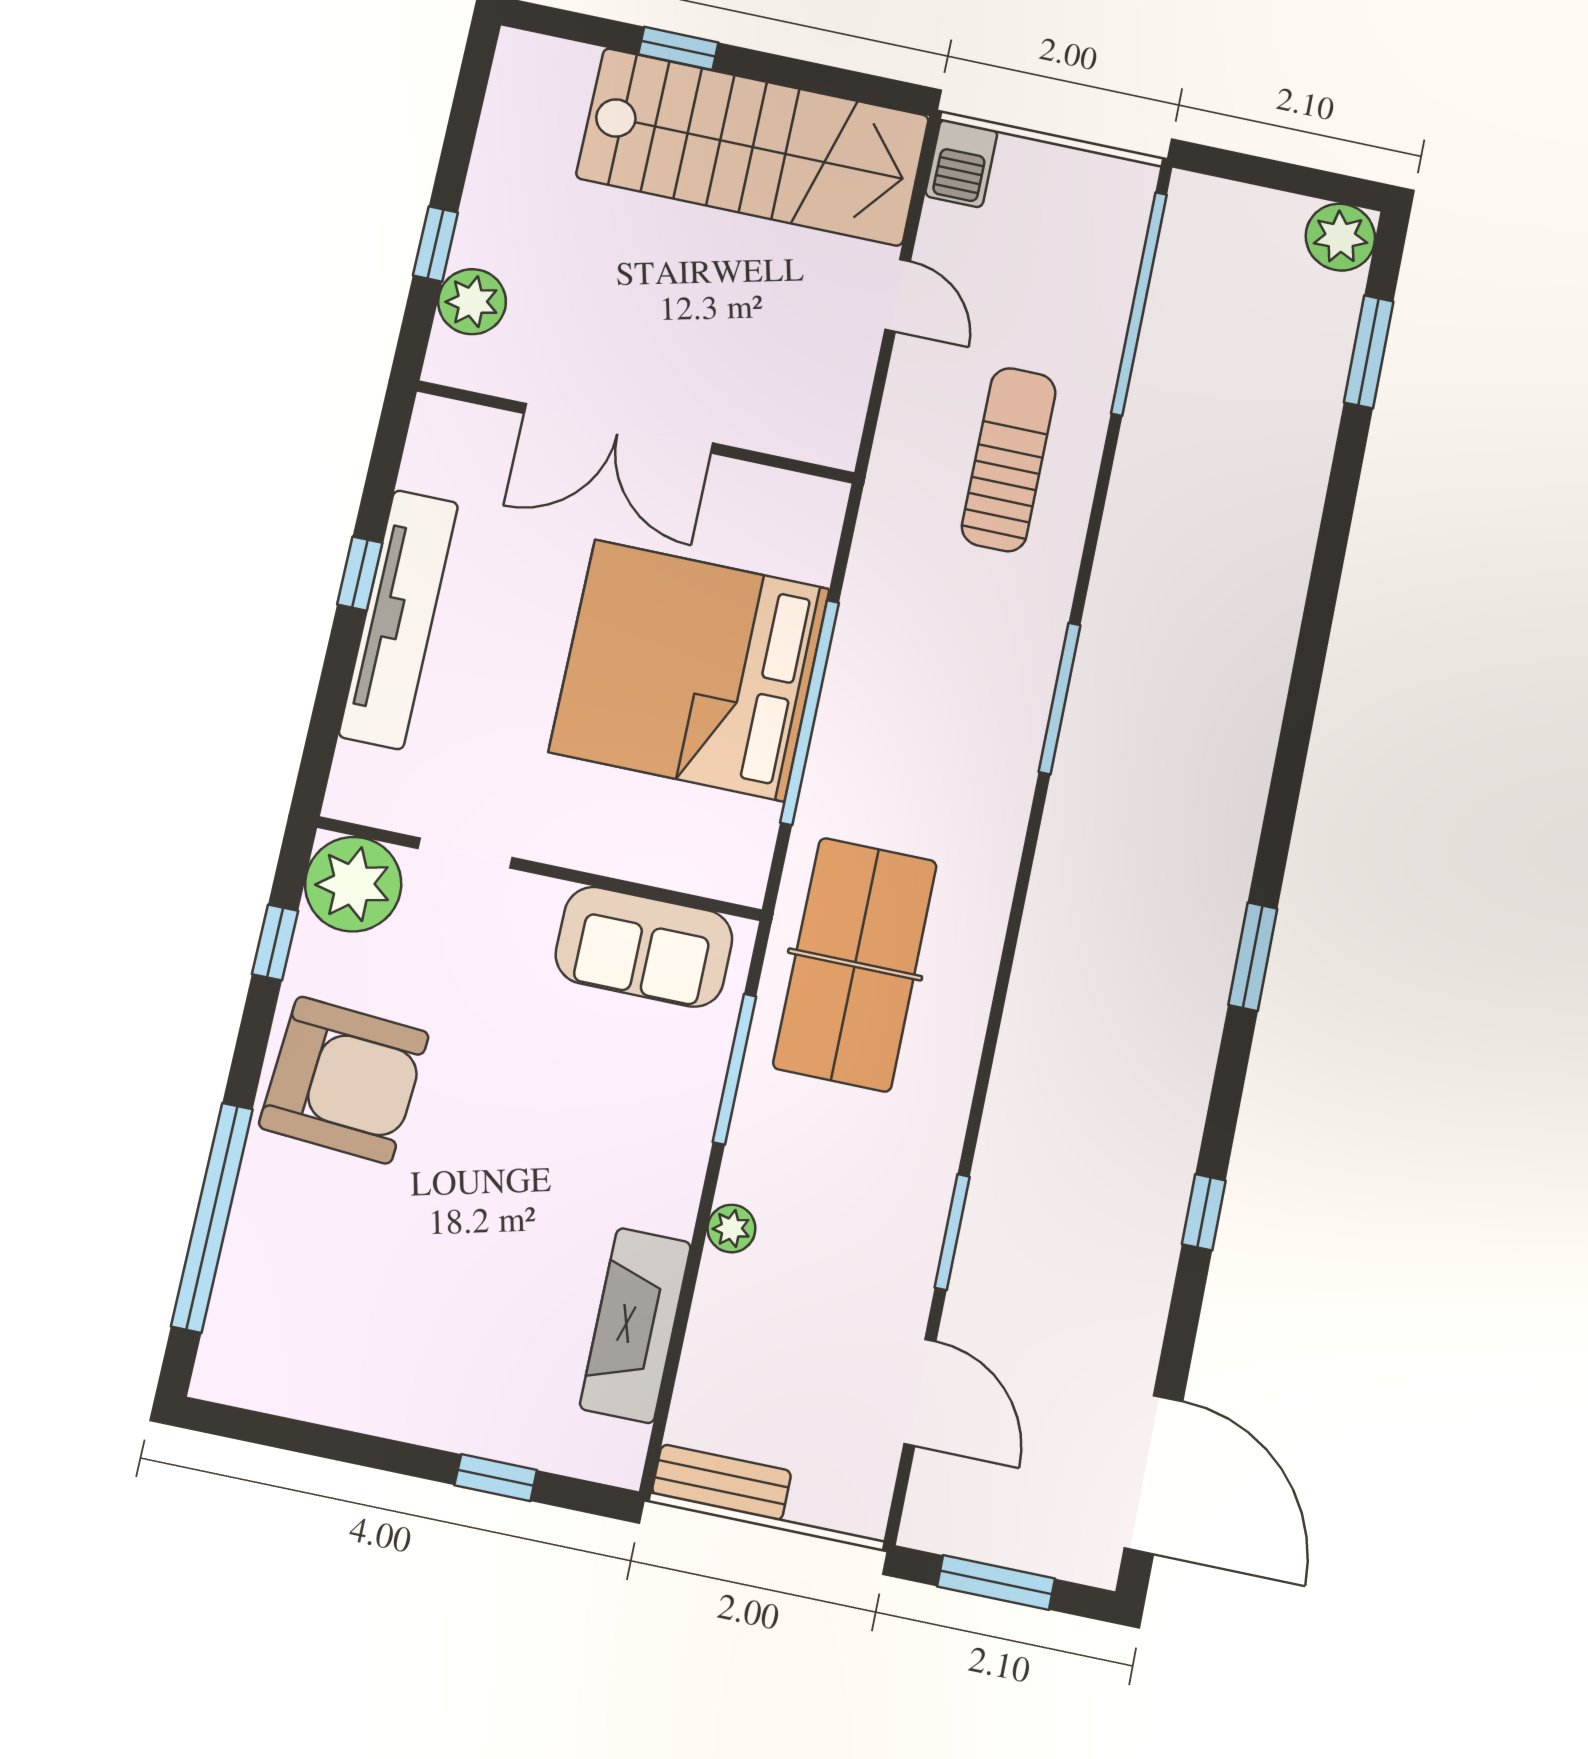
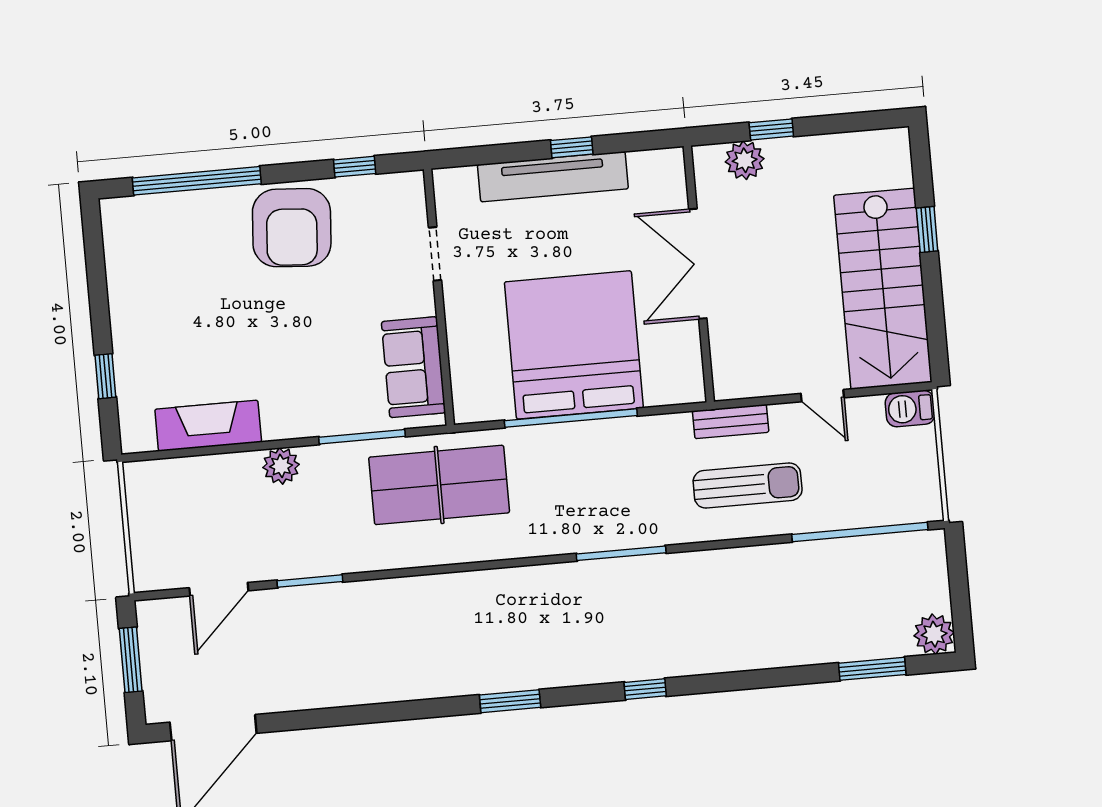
door: (898, 295) -> (822, 396), hinge flipped
plant: (353, 884) -> (399, 199), removed
window: (1204, 1212) -> (645, 689), moved
plant: (731, 1229) -> (281, 466), width x1.38, depth x1.38
bench: (722, 1482) -> (731, 422), moved, turned 90

